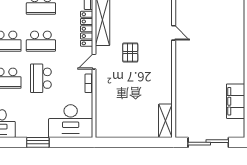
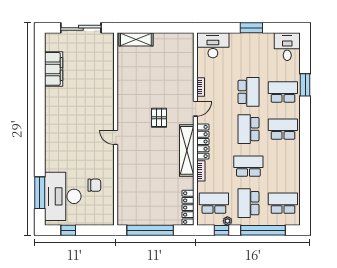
school desk: (41, 41) -> (248, 129), turned -90
desk: (71, 121) -> (213, 45), width x0.73, depth x0.77
shelving: (165, 121) -> (136, 39), moved, turned 90

